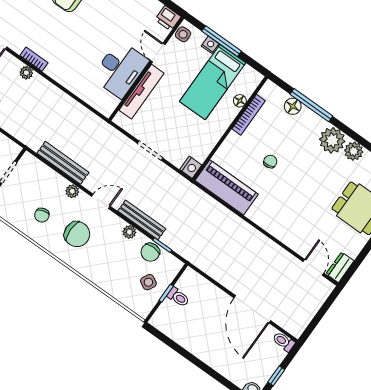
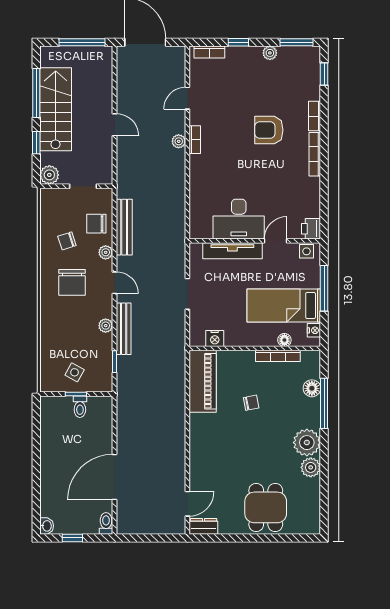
nightstand: (210, 45) -> (314, 330), moved
nightstand: (191, 167) -> (215, 339), moved
chair: (150, 252) -> (96, 224), moved

